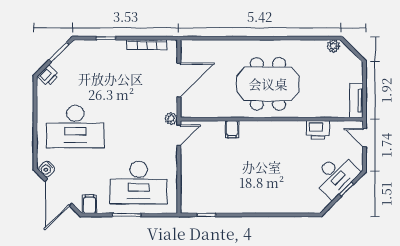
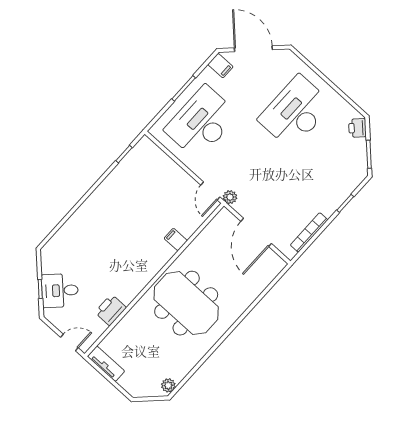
meeting table: (268, 84) -> (186, 303), turned 90
water cooler: (47, 169) -> (282, 57), removed
desk: (336, 175) -> (60, 291), width x0.73

